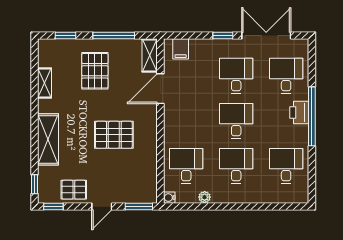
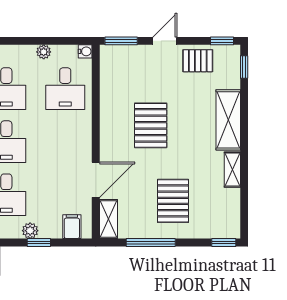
window: (65, 36) -> (224, 243), moved
window: (223, 36) -> (39, 243), moved
plant: (216, 46) -> (30, 231), added
shelving: (44, 83) -> (232, 170), moved
pallet: (114, 135) -> (151, 125), turned 90

